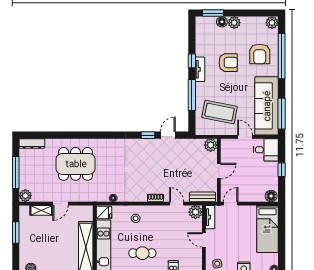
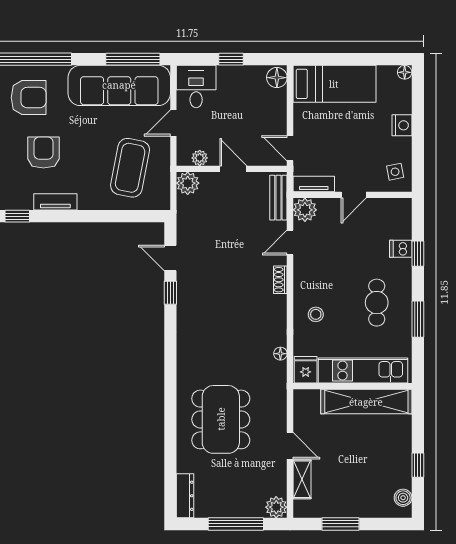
window: (192, 61) -> (17, 216), moved
window: (192, 95) -> (100, 216), removed
plant: (225, 152) -> (200, 158), added

